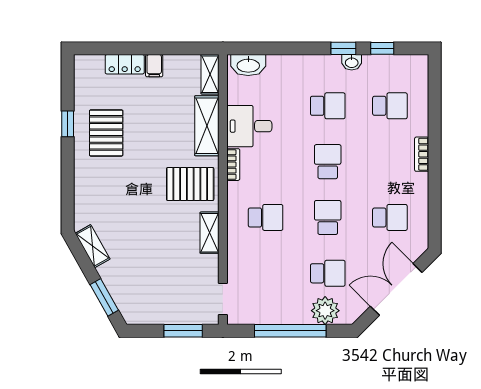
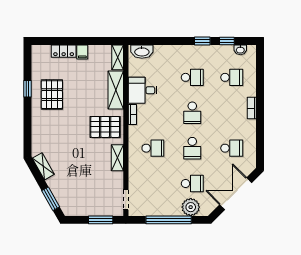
washbasin: (352, 62) -> (240, 50), moved
school desk: (328, 162) -> (192, 113), turned 180
school desk: (328, 217) -> (192, 148), turned 180

